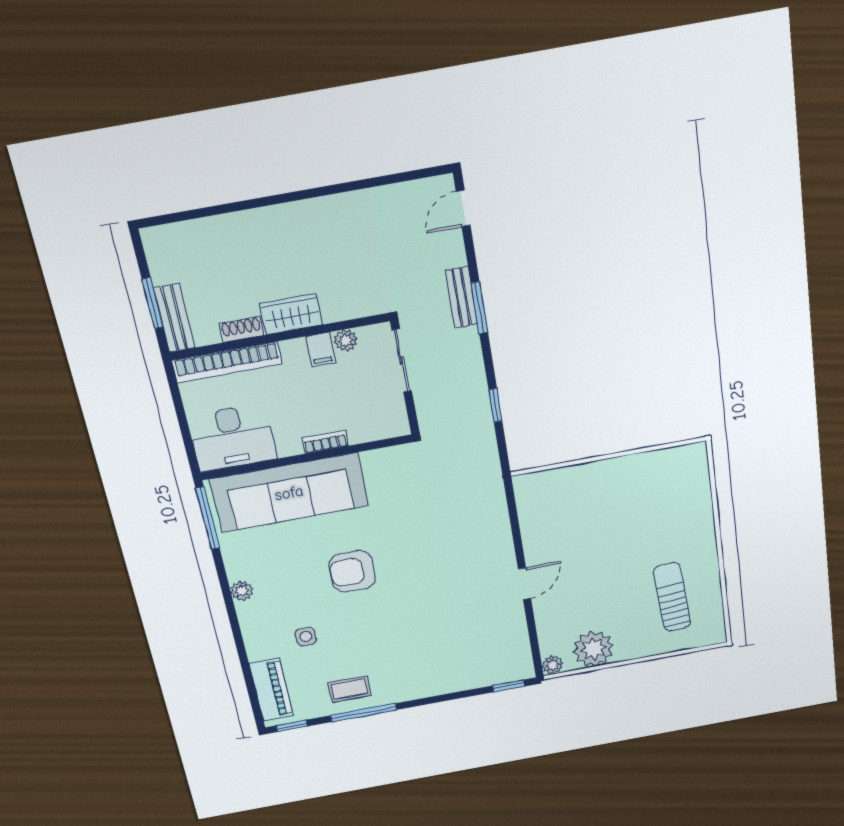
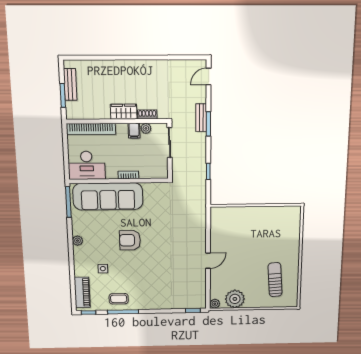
bench: (174, 318) -> (70, 85), moved
shoe rack: (241, 329) -> (147, 114), moved

